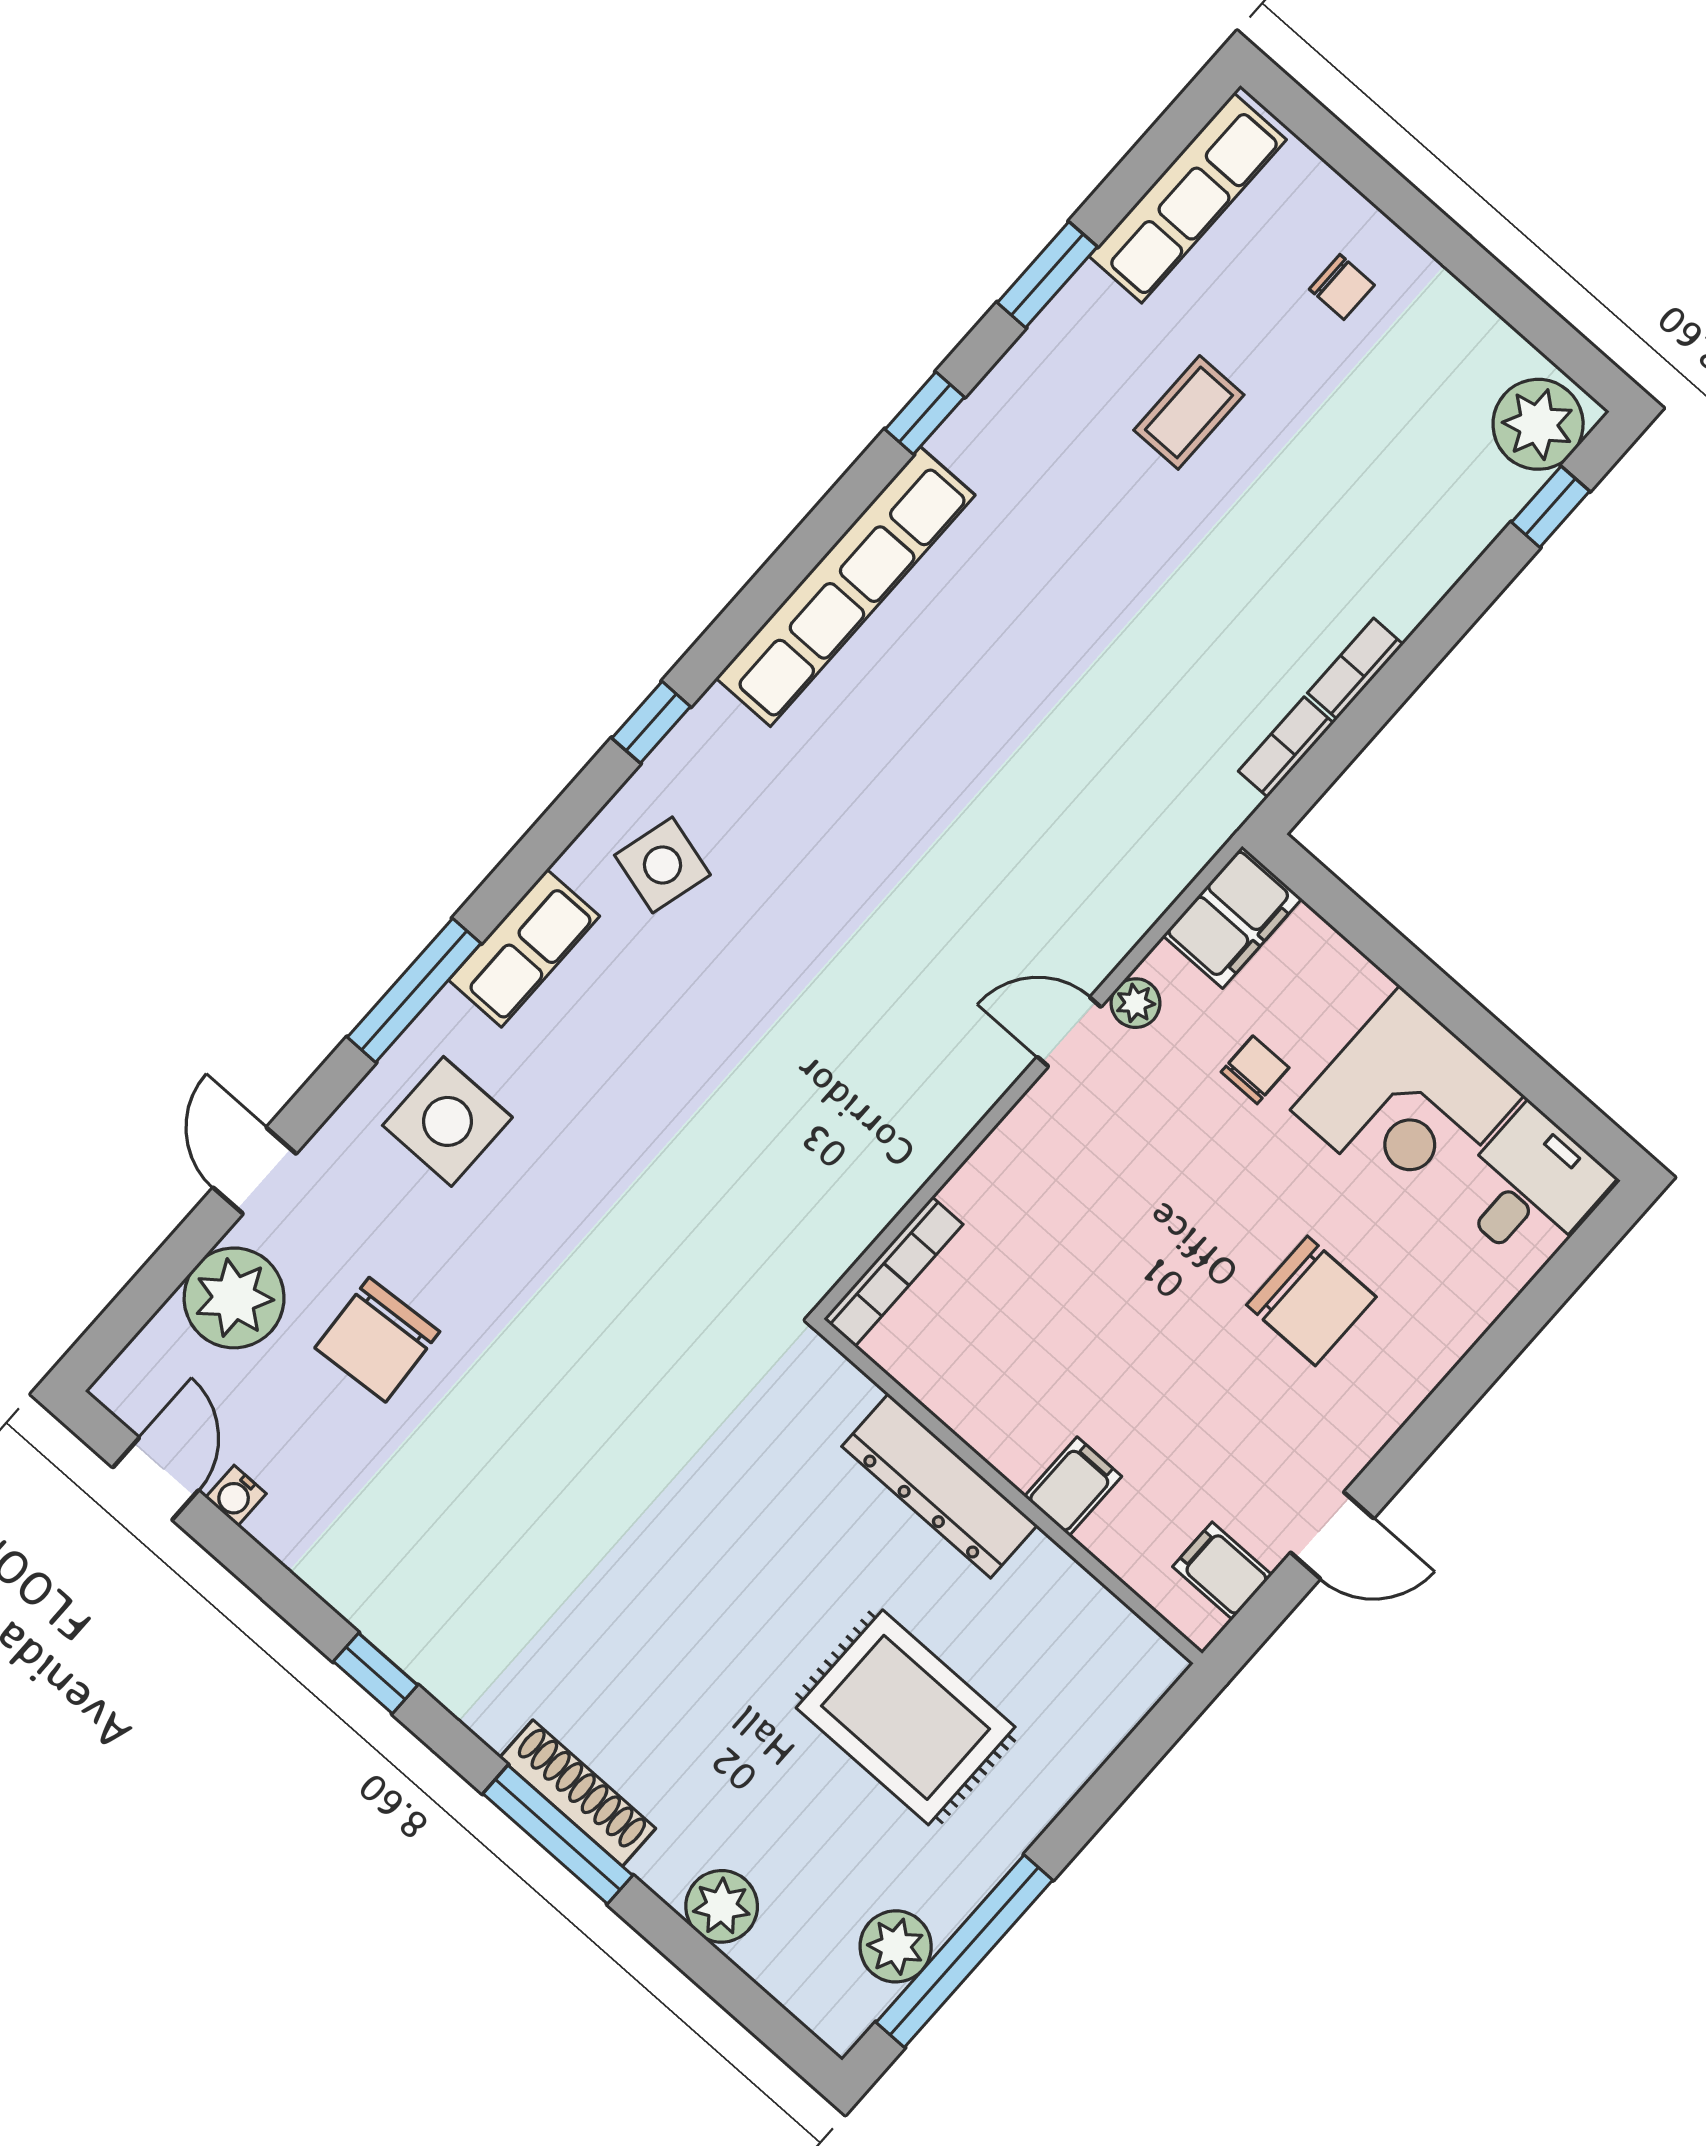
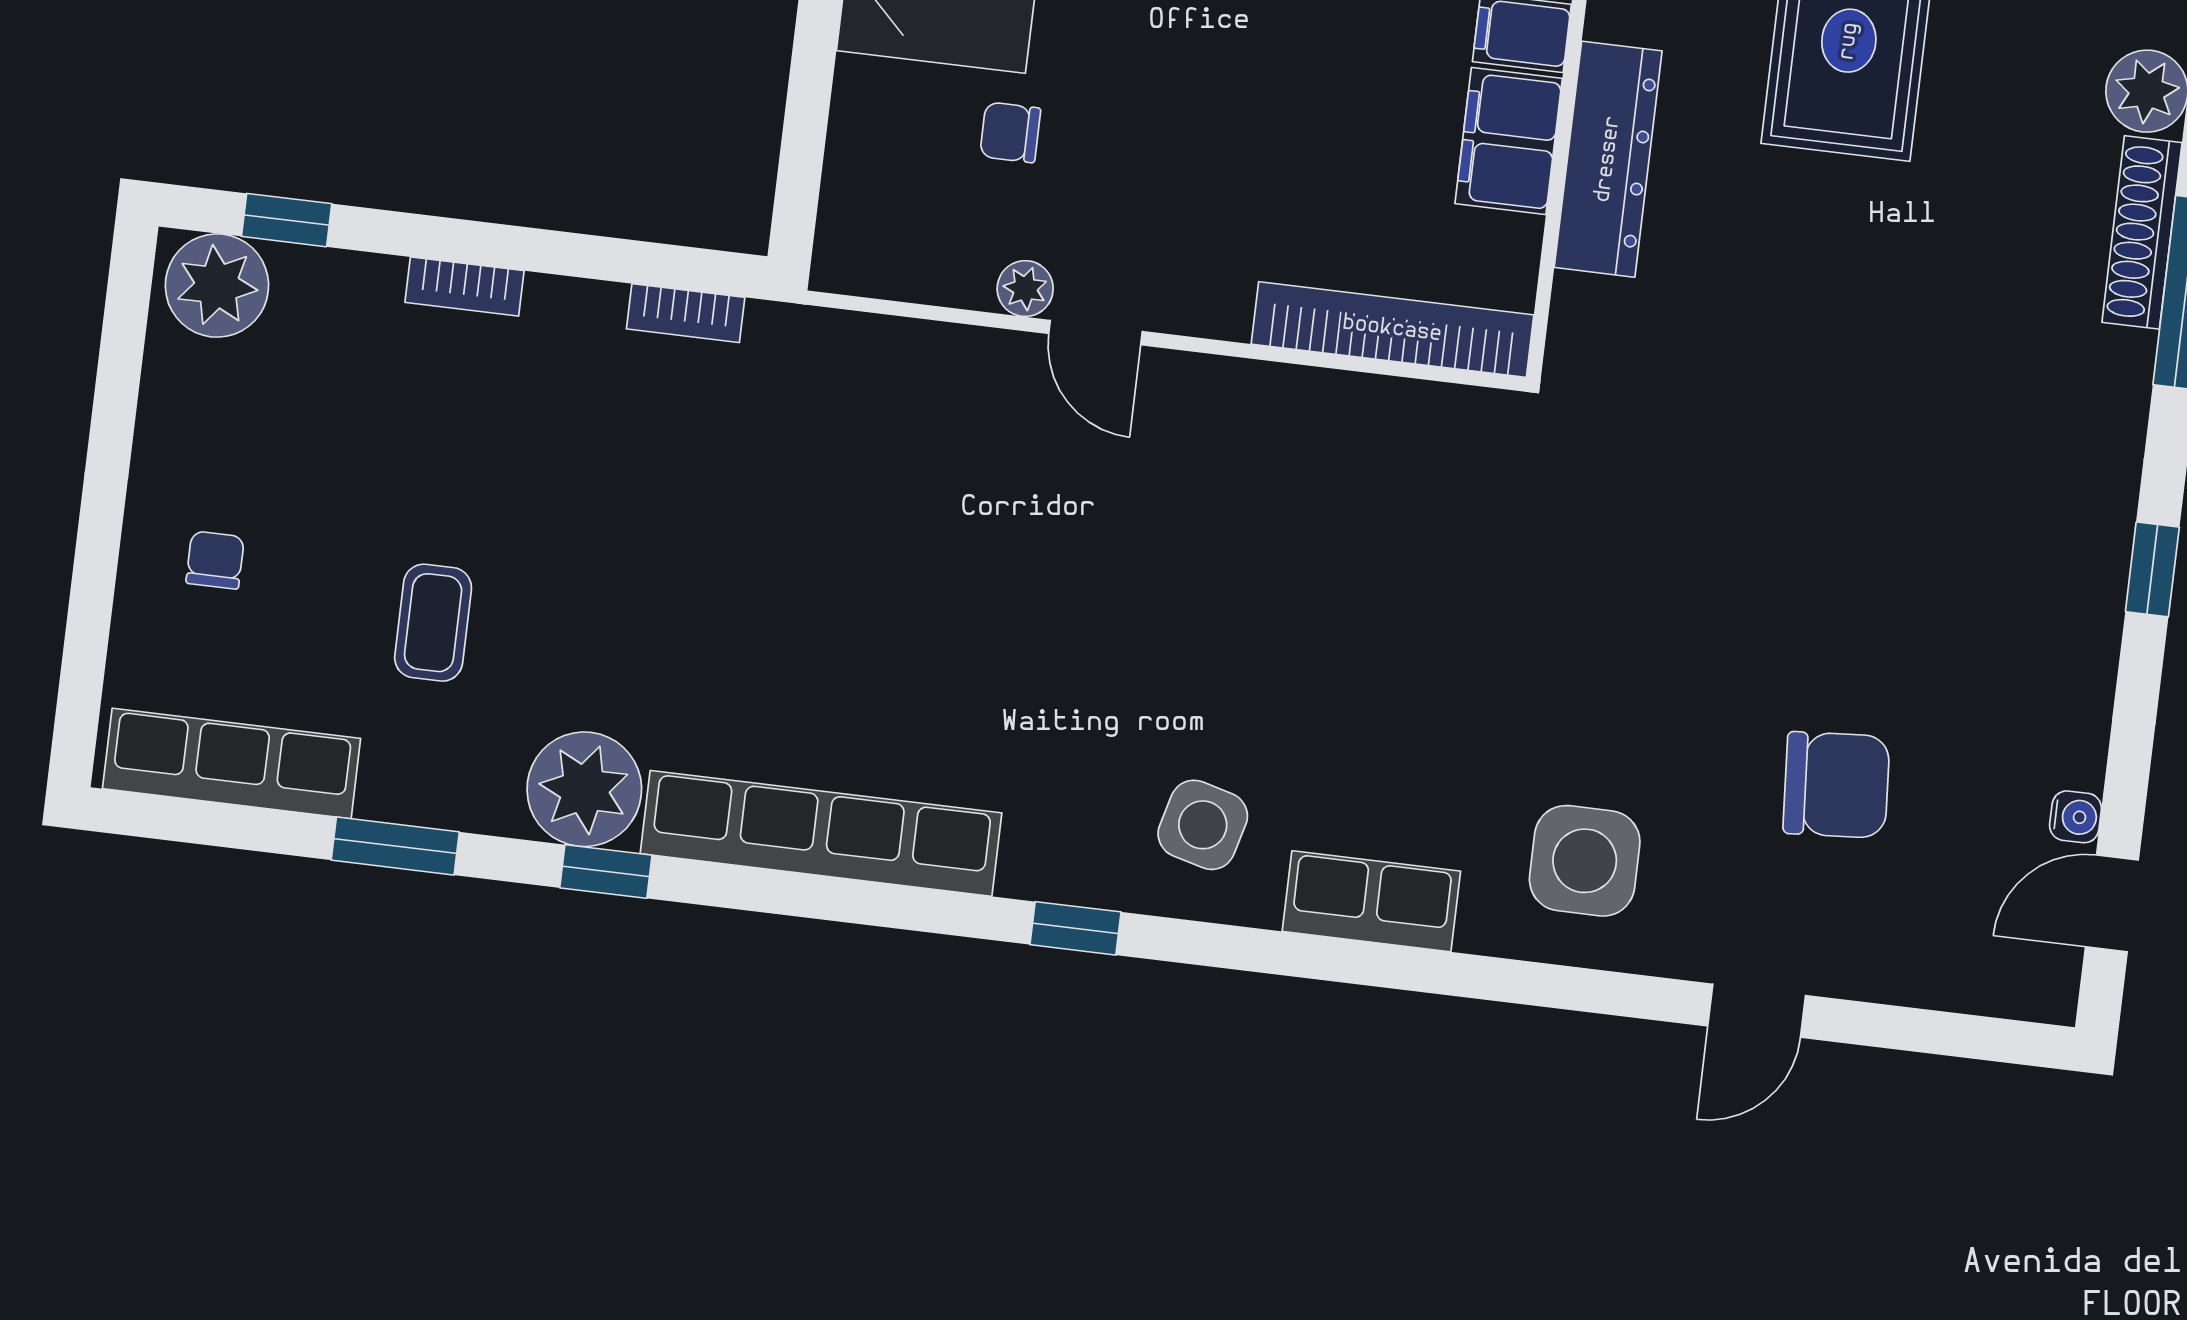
coffee table: (1189, 412) -> (433, 623), turned 90
bookcase: (1355, 669) -> (465, 287), moved
filing cabinet: (1232, 917) -> (1509, 141), moved, turned -90
window: (414, 990) -> (1483, 978), removed
bookcase: (893, 1272) -> (1392, 329), width x1.48, depth x1.31
plant: (234, 1298) -> (584, 789), moved
shoe rack: (578, 1793) -> (2142, 232), moved

